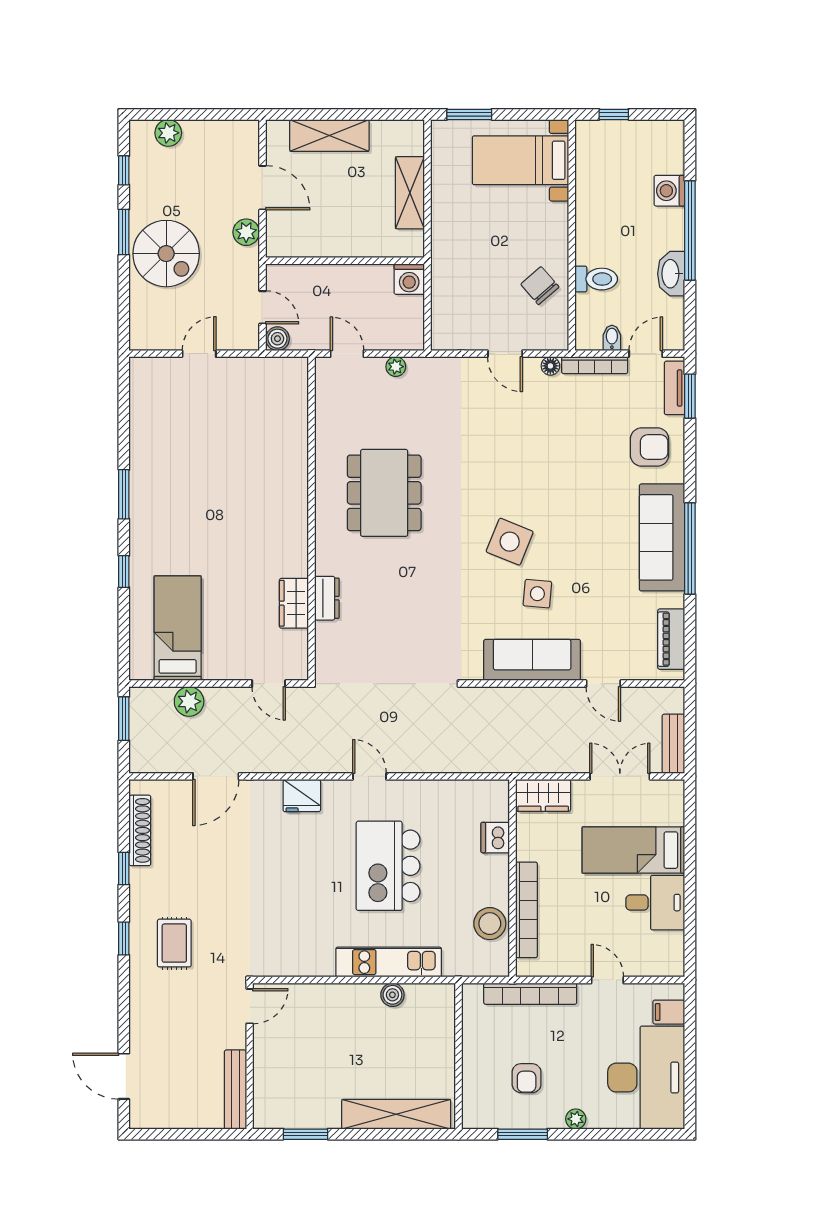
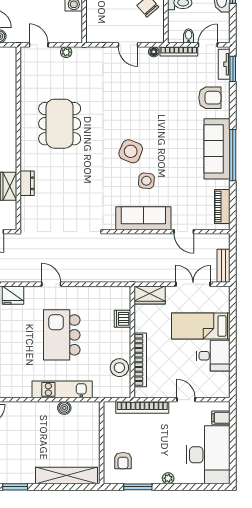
armchair: (527, 1078) -> (123, 461), moved

